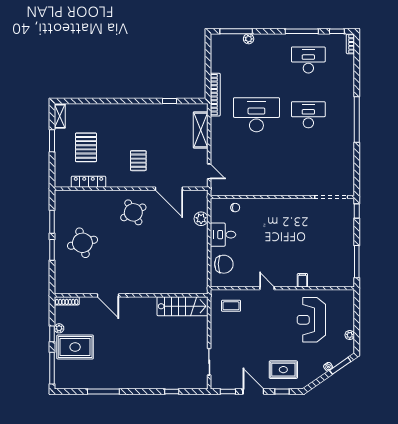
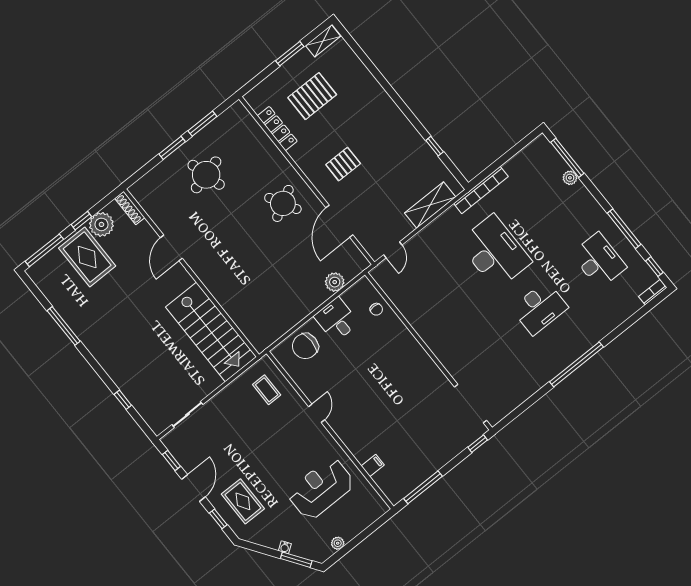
desk: (308, 115) -> (540, 308), turned 90
chair: (224, 264) -> (305, 346), turned 90
filing cabinet: (302, 280) -> (373, 466), moved
stairs: (183, 306) -> (211, 332), width x1.36, depth x1.51
plant: (59, 328) -> (101, 224), width x1.88, depth x1.88

